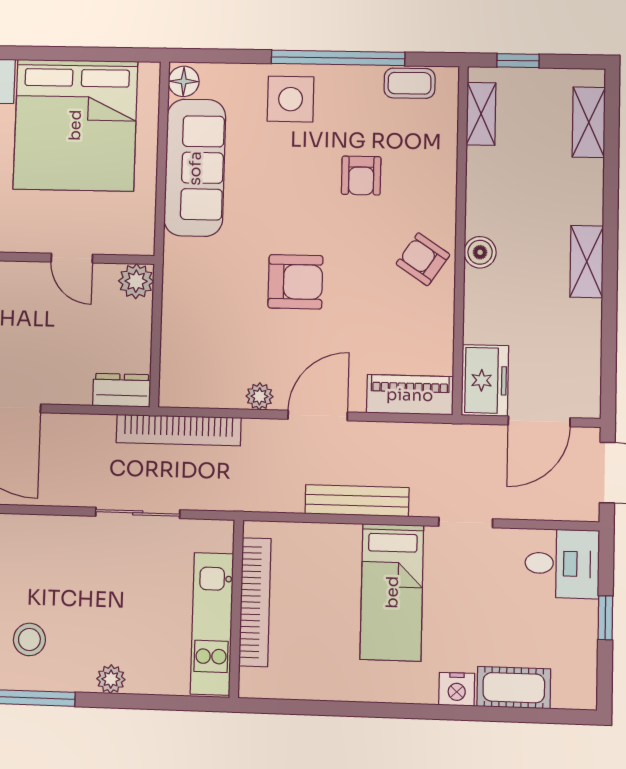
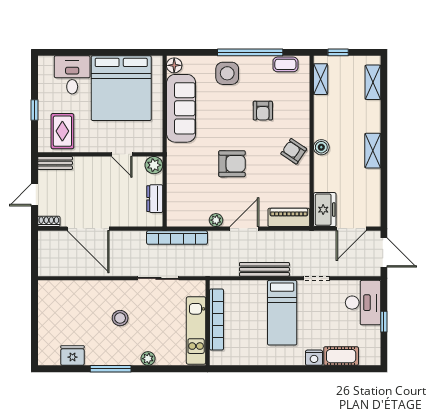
dresser: (122, 390) -> (155, 199), moved, turned -90
desk: (562, 564) -> (363, 303), width x1.37
stool: (29, 639) -> (120, 318), moved

